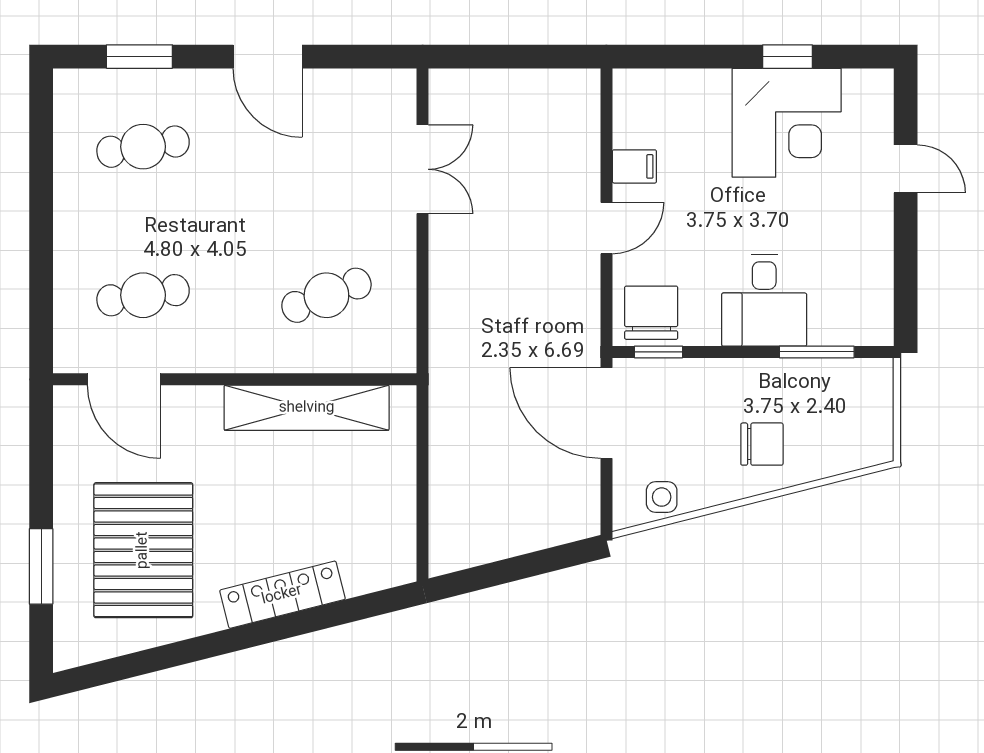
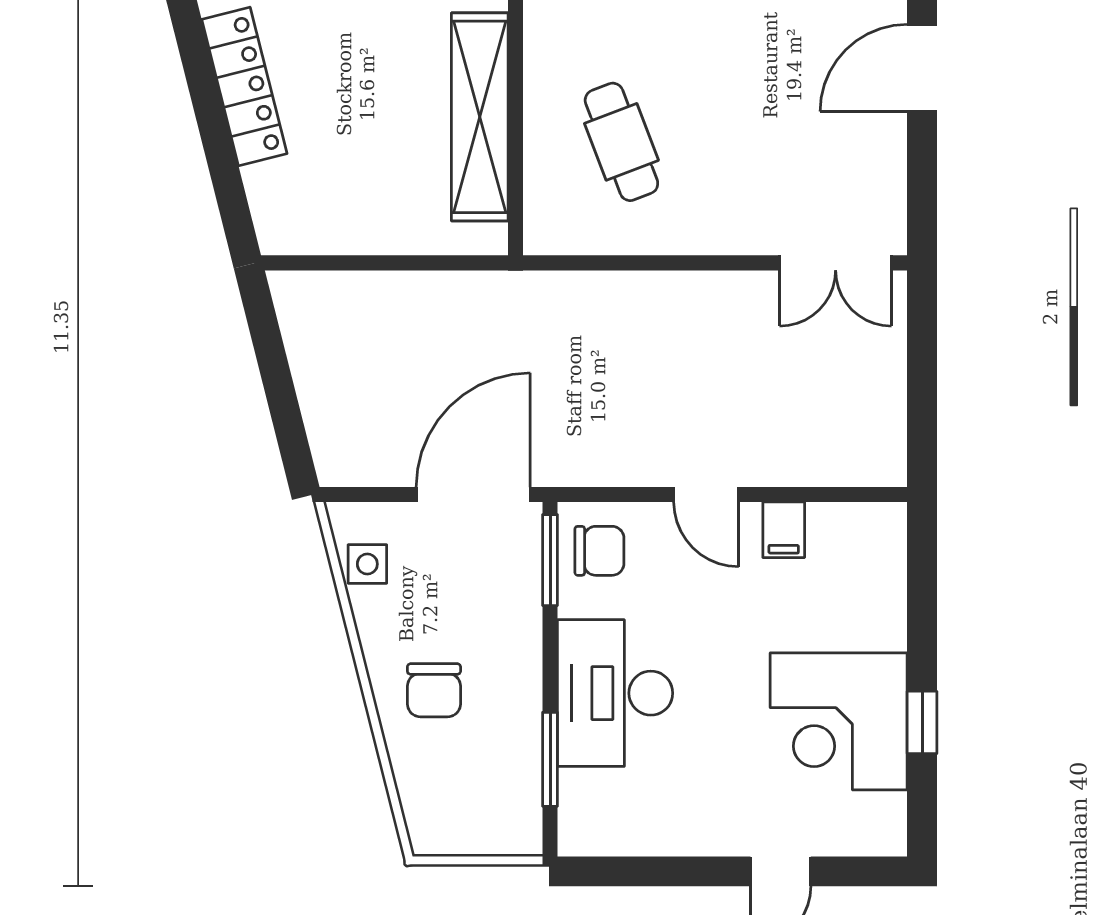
double door: (423, 169) -> (836, 263), moved
desk: (764, 300) -> (615, 693), width x1.37
chair: (651, 313) -> (599, 551), width x0.73, depth x0.73
window: (658, 352) -> (550, 560), width x1.50

